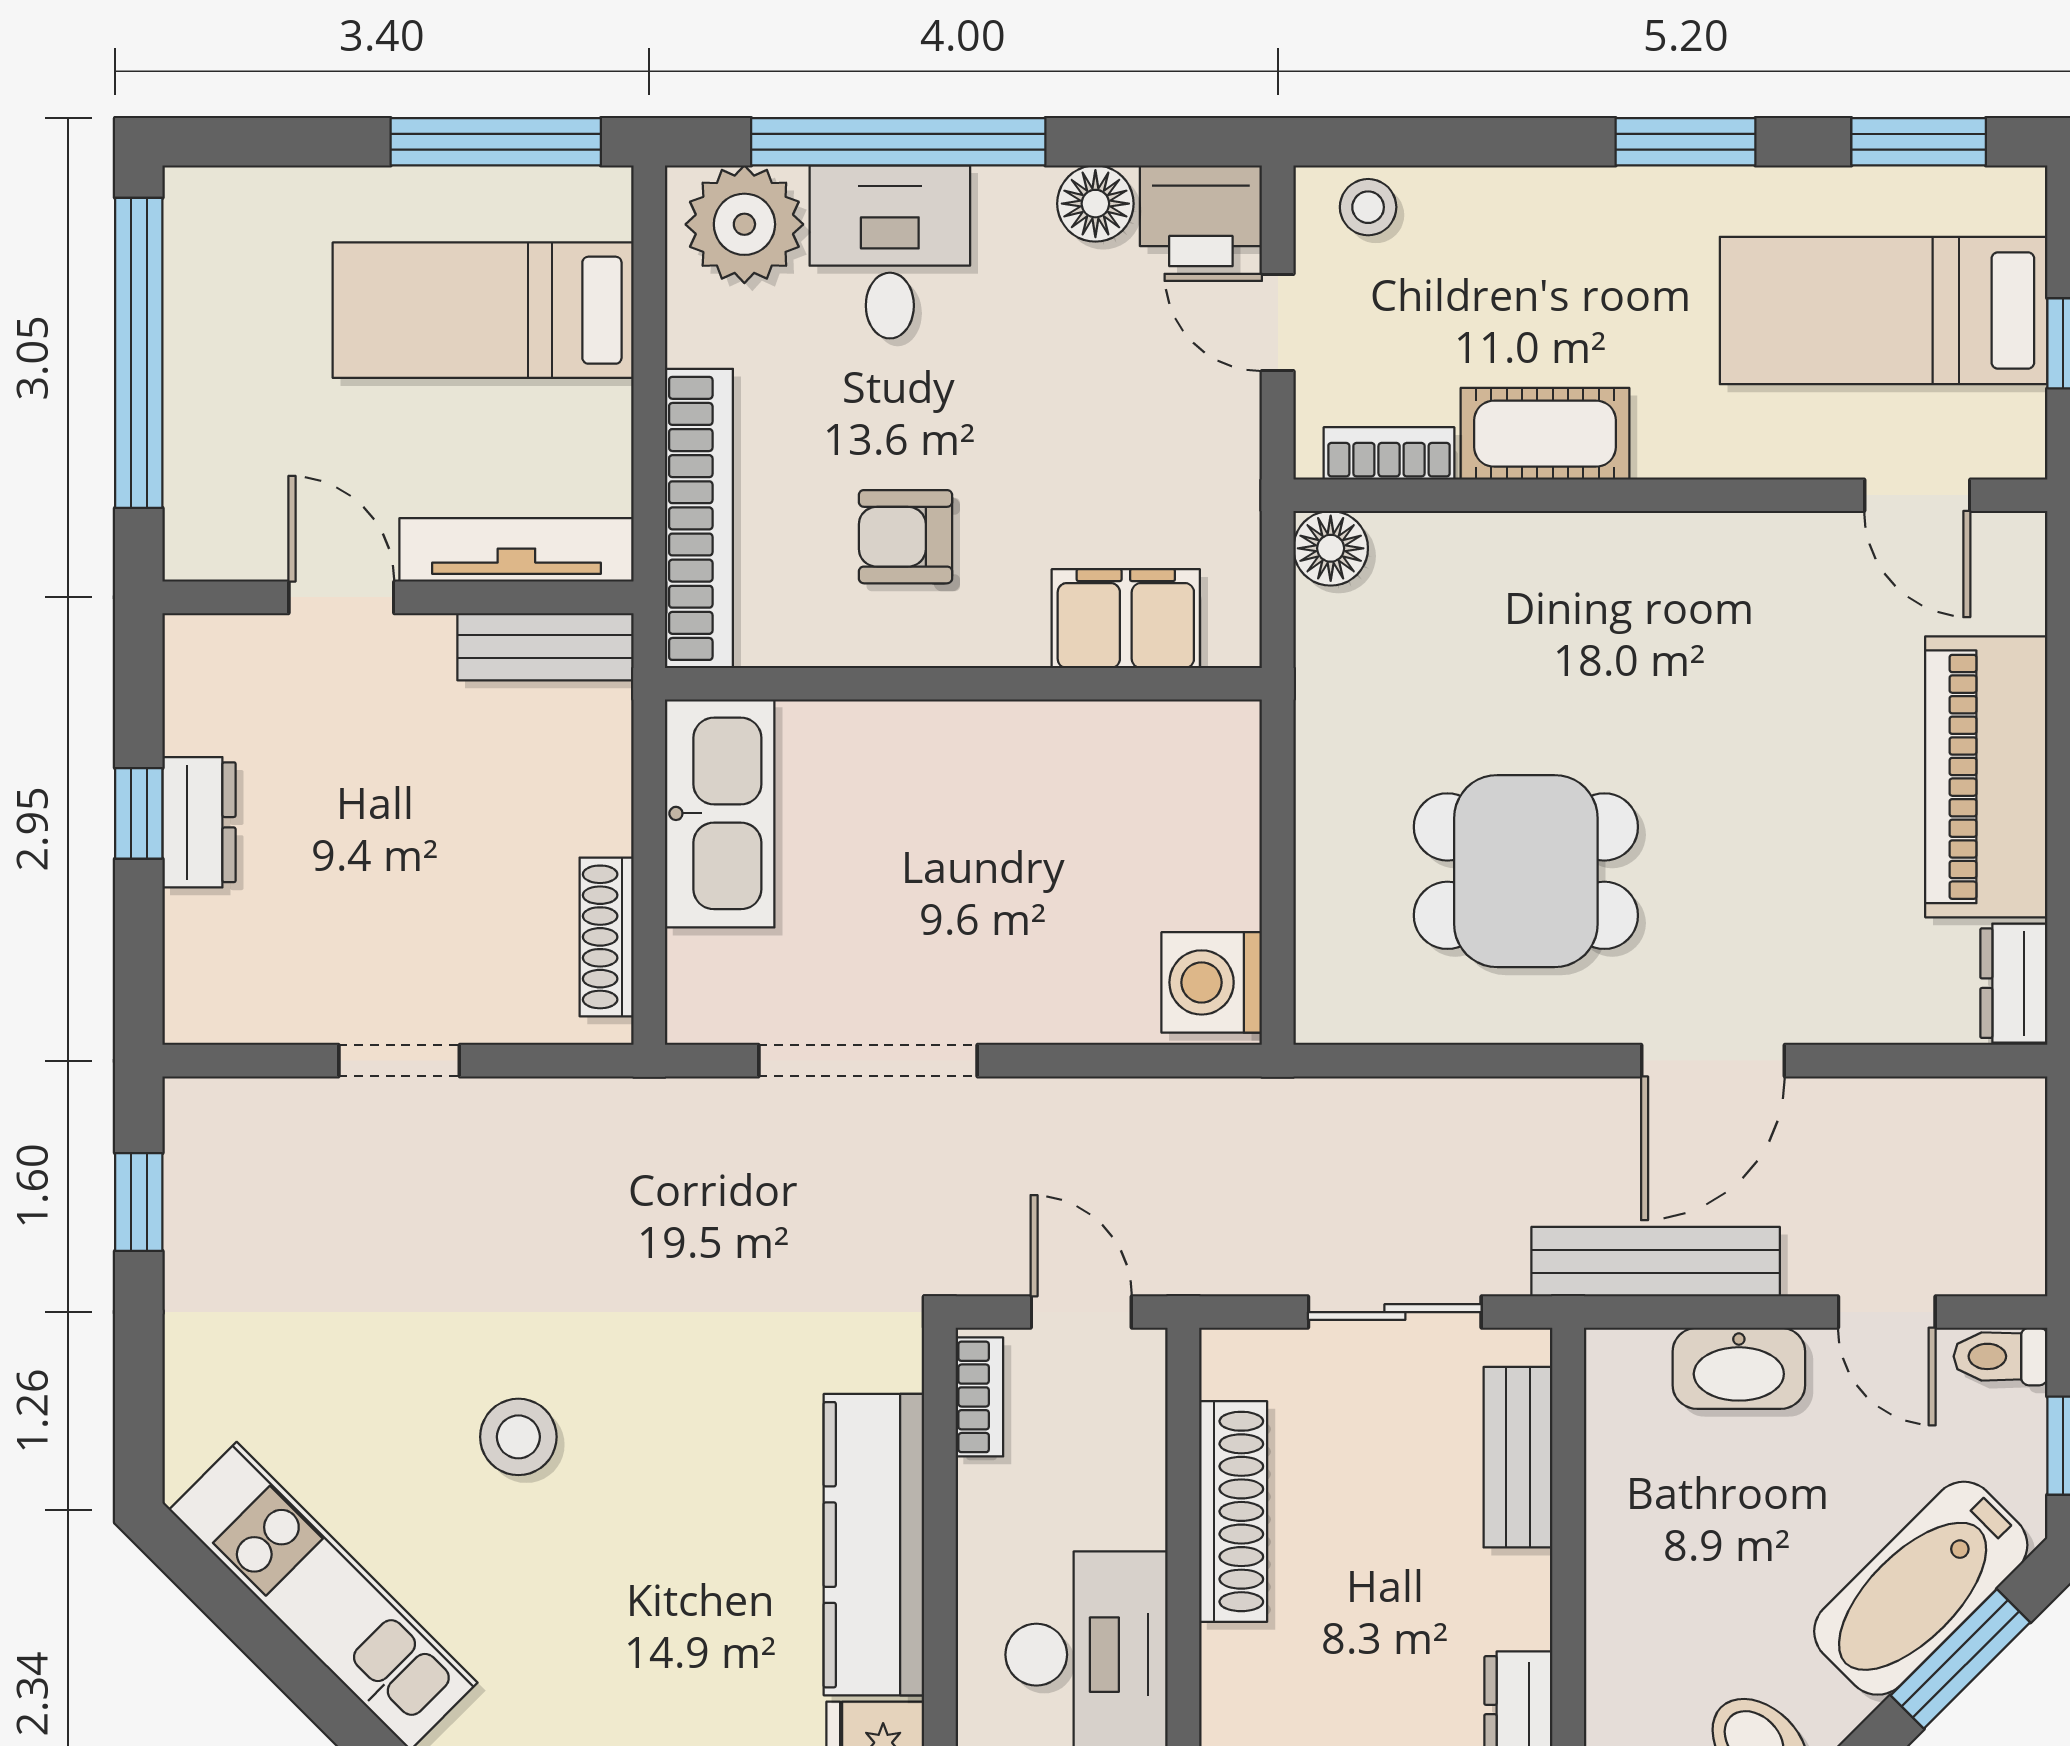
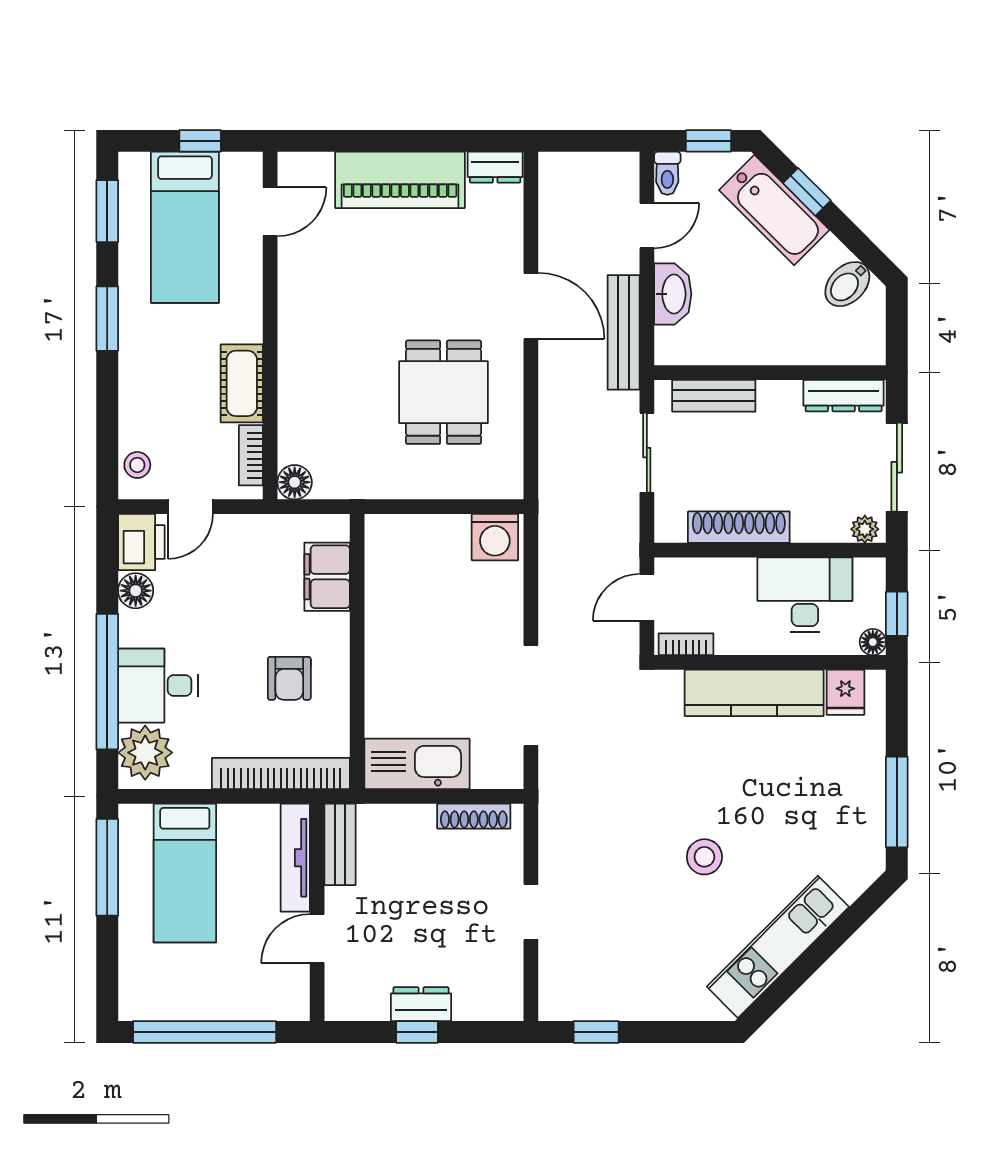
window: (1960, 1659) -> (807, 192), width x0.67

